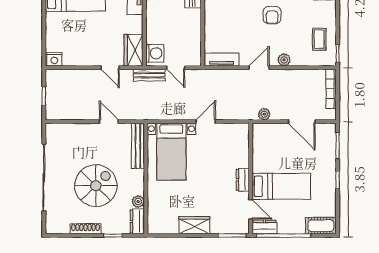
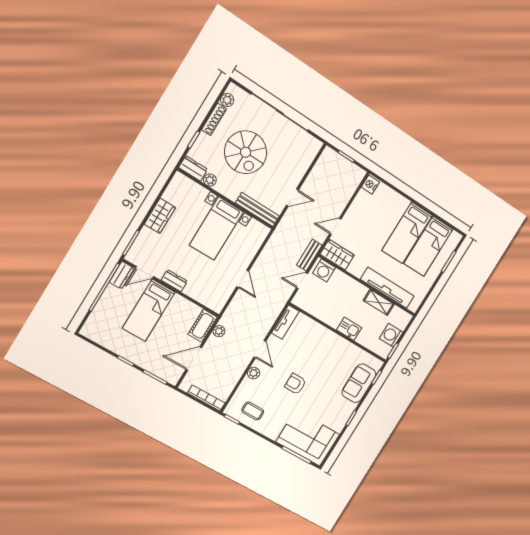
bed with nightstands: (171, 152) -> (216, 228), moved, turned -90
cot: (321, 226) -> (203, 326), moved
plant: (63, 228) -> (227, 100), added

